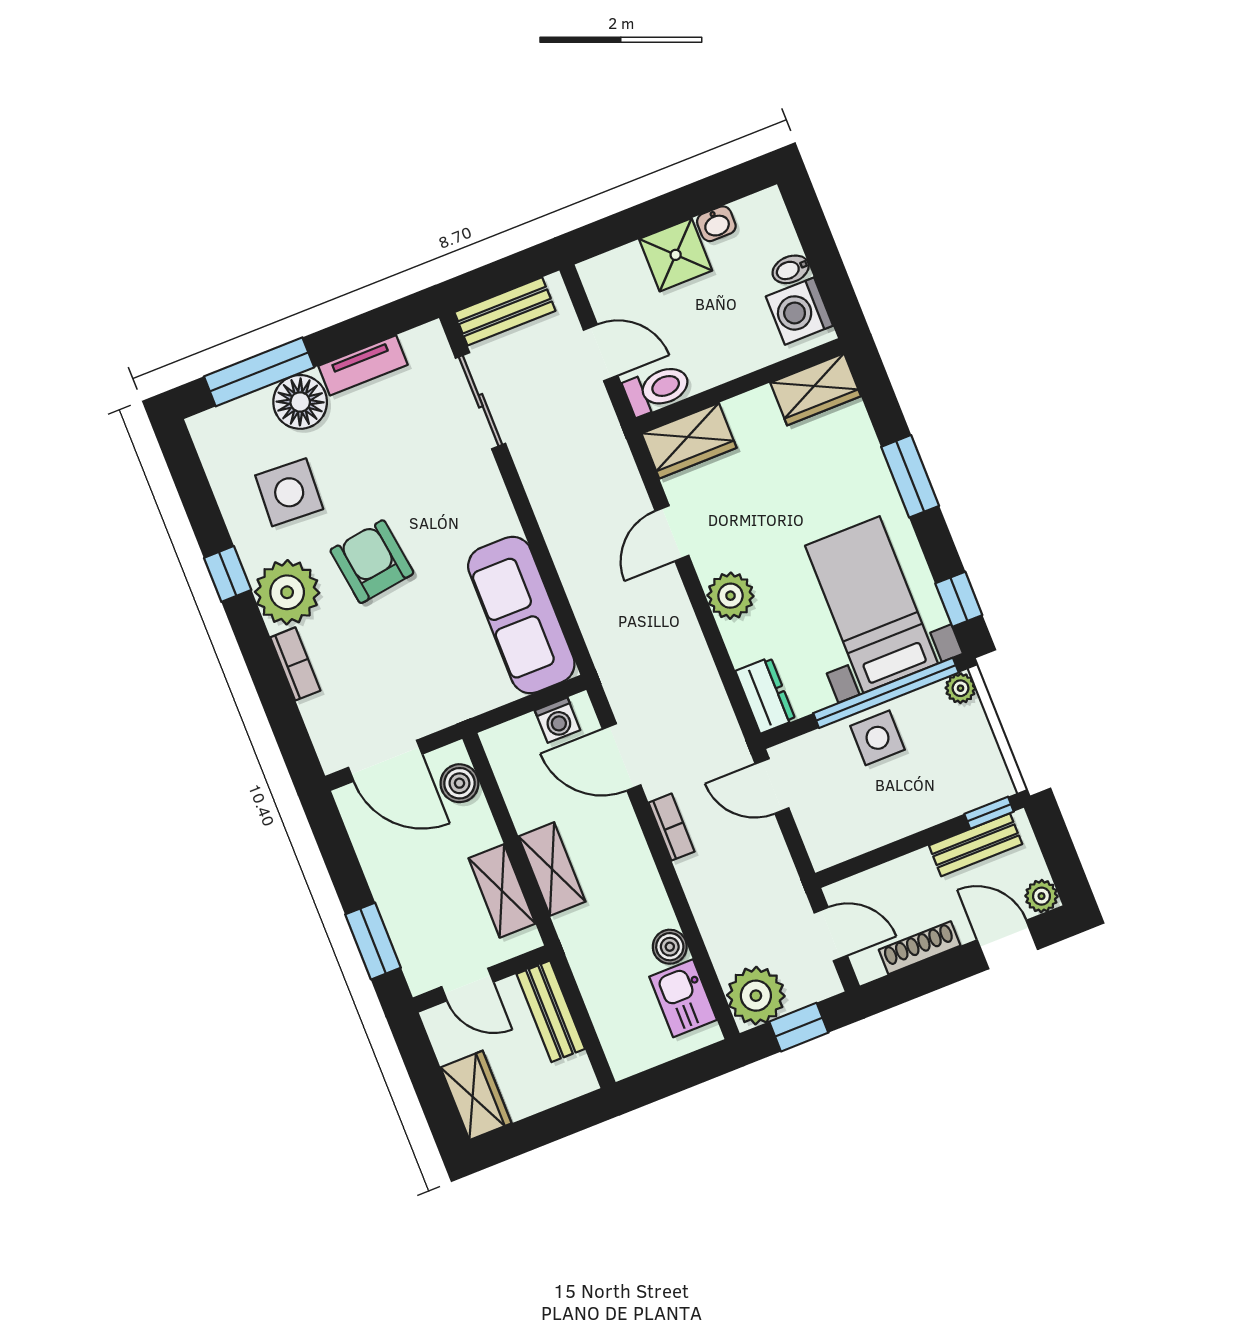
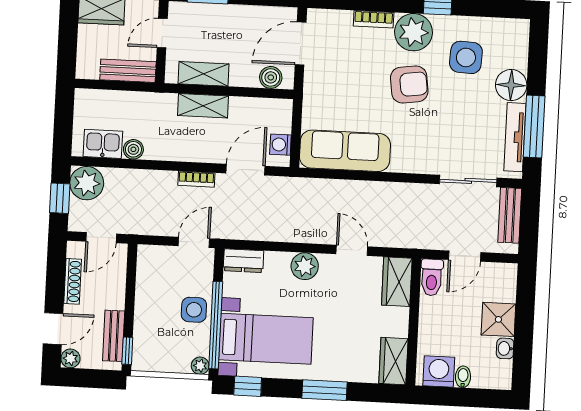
tv unit: (363, 365) -> (515, 137), width x1.41
window: (259, 372) -> (534, 127), moved

